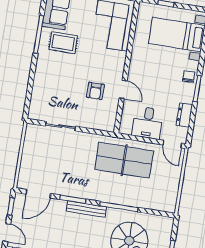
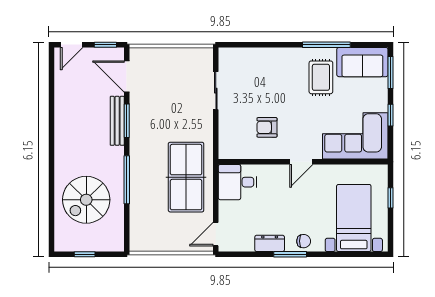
door: (123, 89) -> (301, 162), moved
dresser: (184, 115) -> (270, 243), moved
desk: (148, 123) -> (238, 182), moved
bench: (86, 209) -> (117, 121), moved

